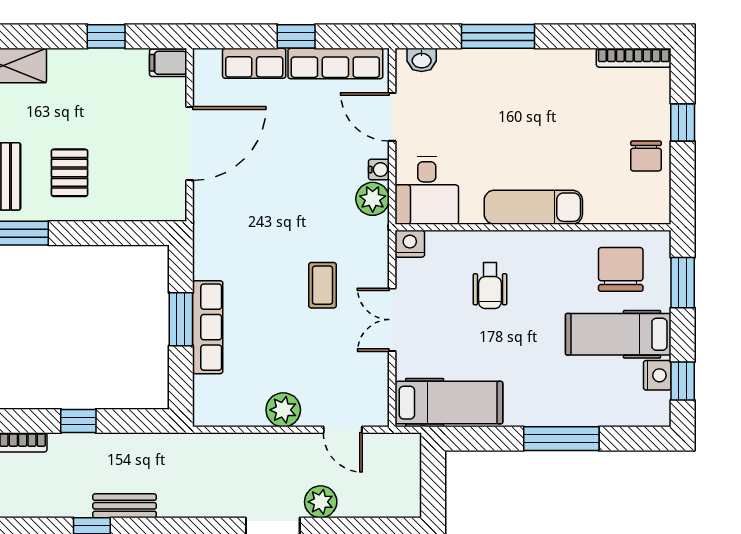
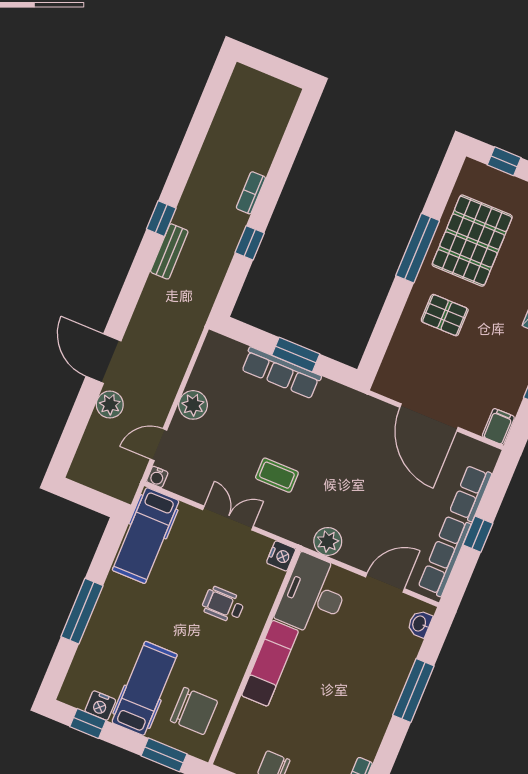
water cooler: (379, 170) -> (157, 477), moved
desk: (427, 190) -> (313, 595), width x1.37

